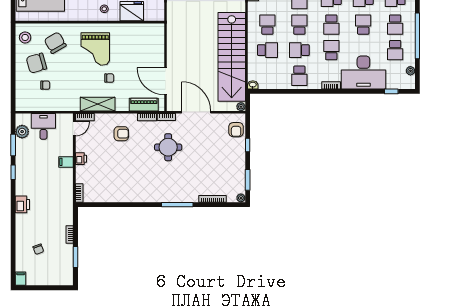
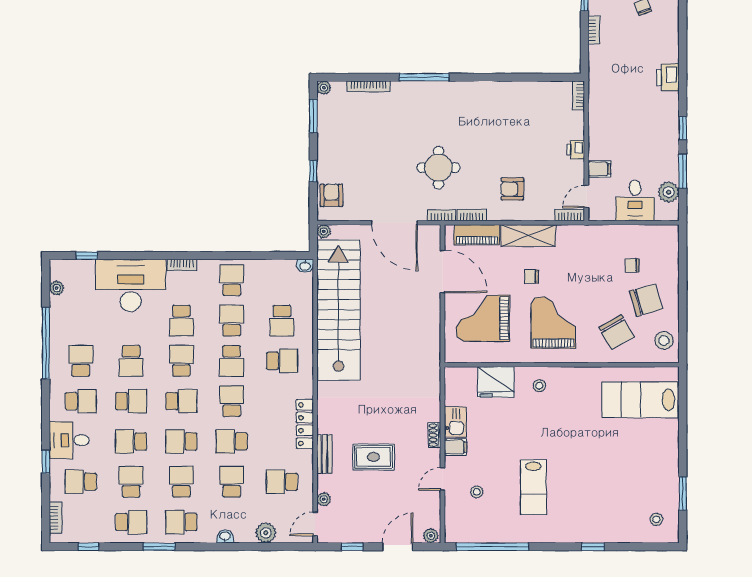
school desk: (267, 25) -> (282, 361), turned -90
school desk: (267, 50) -> (282, 321), turned -90
school desk: (299, 50) -> (232, 321), turned -90
school desk: (395, 50) -> (81, 321), removed
grand piano: (140, 52) -> (483, 318), added
shelving: (98, 104) -> (528, 236), moved
filing cabinet: (66, 162) -> (599, 169), moved

